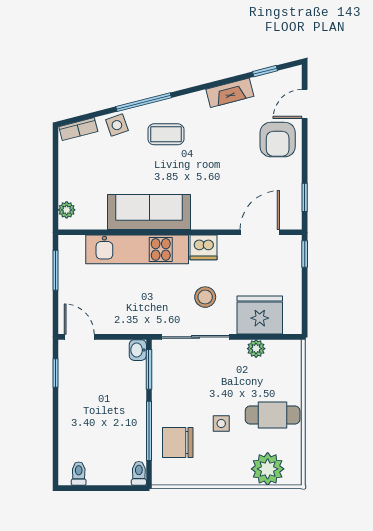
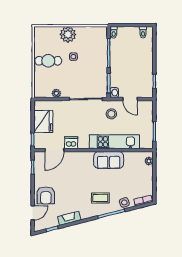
armchair: (278, 140) -> (46, 195), turned 180
sofa: (149, 212) -> (109, 160), width x0.73
dishwasher: (204, 247) -> (71, 143), moved
stool: (205, 297) -> (111, 114), moved
fridge: (260, 315) -> (43, 122), moved, turned -90
door: (79, 337) -> (130, 99), moved
chair: (178, 443) -> (95, 47), removed
plant: (268, 469) -> (68, 34), moved

